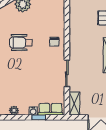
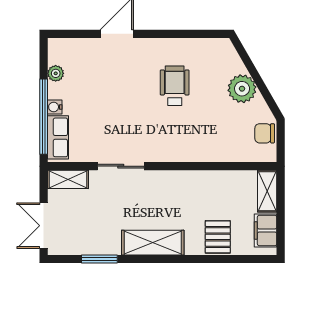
chair: (54, 42) -> (176, 144), removed
window: (39, 117) -> (44, 117), width x3.17

